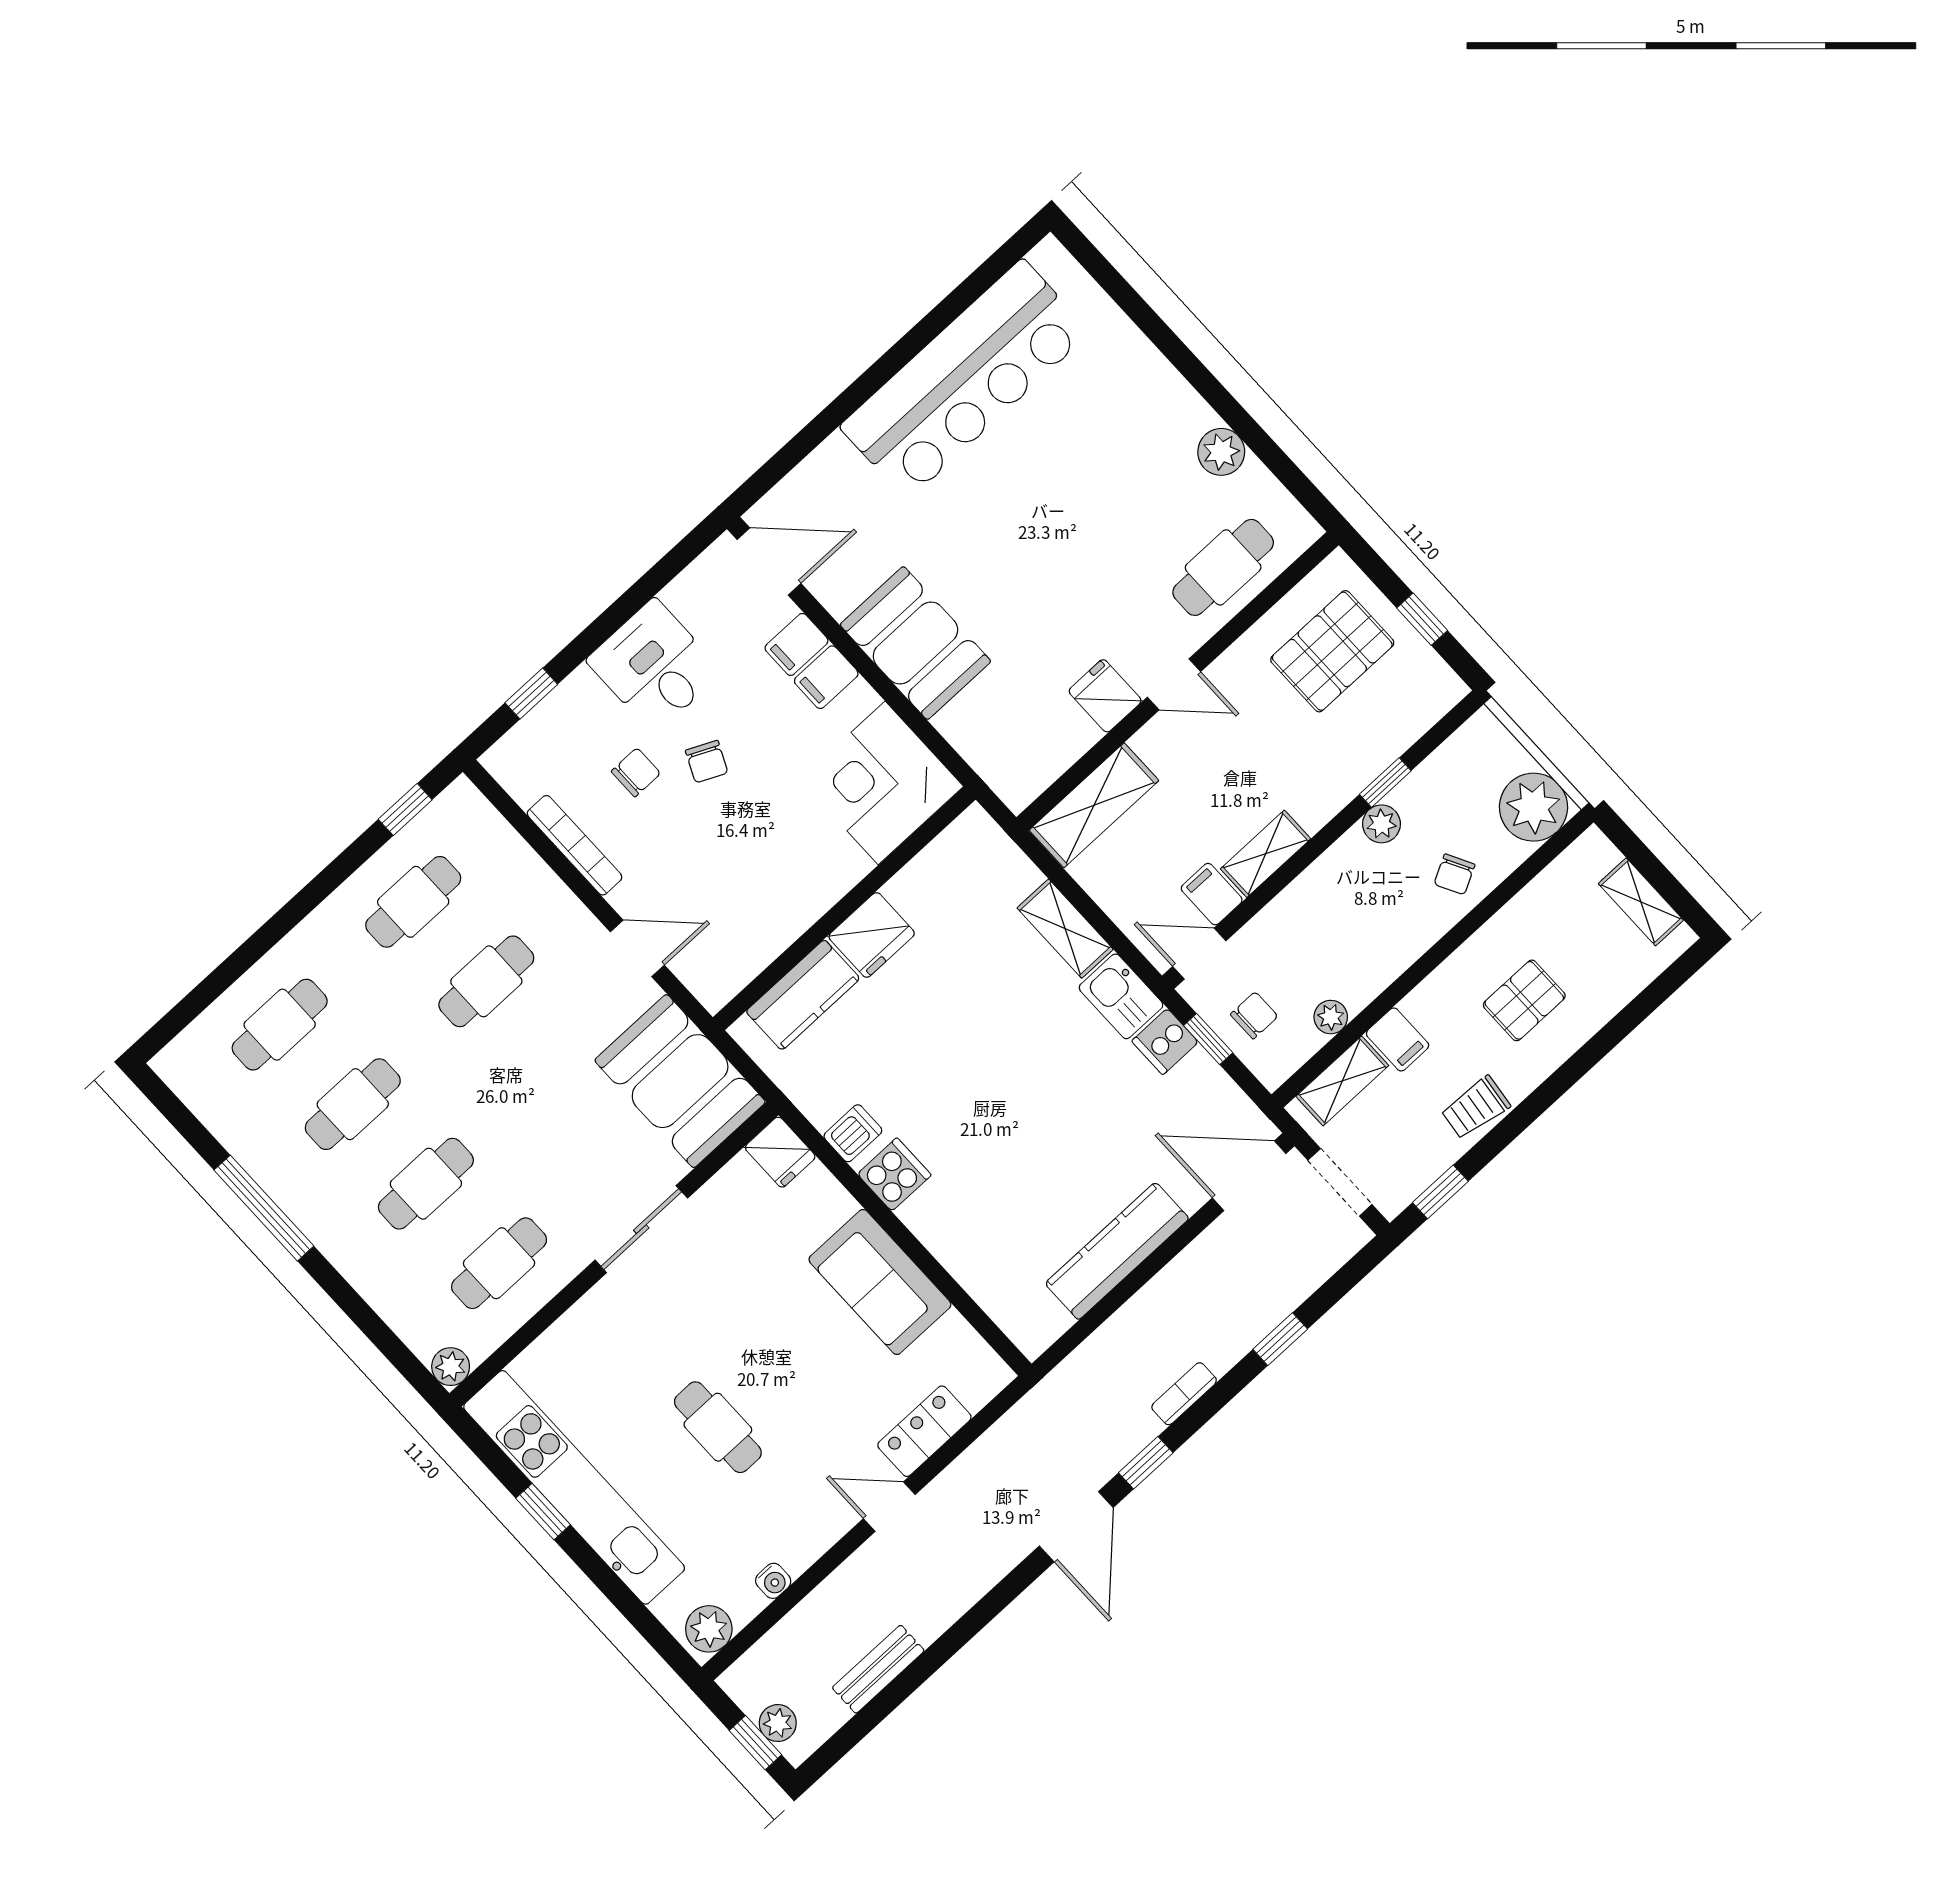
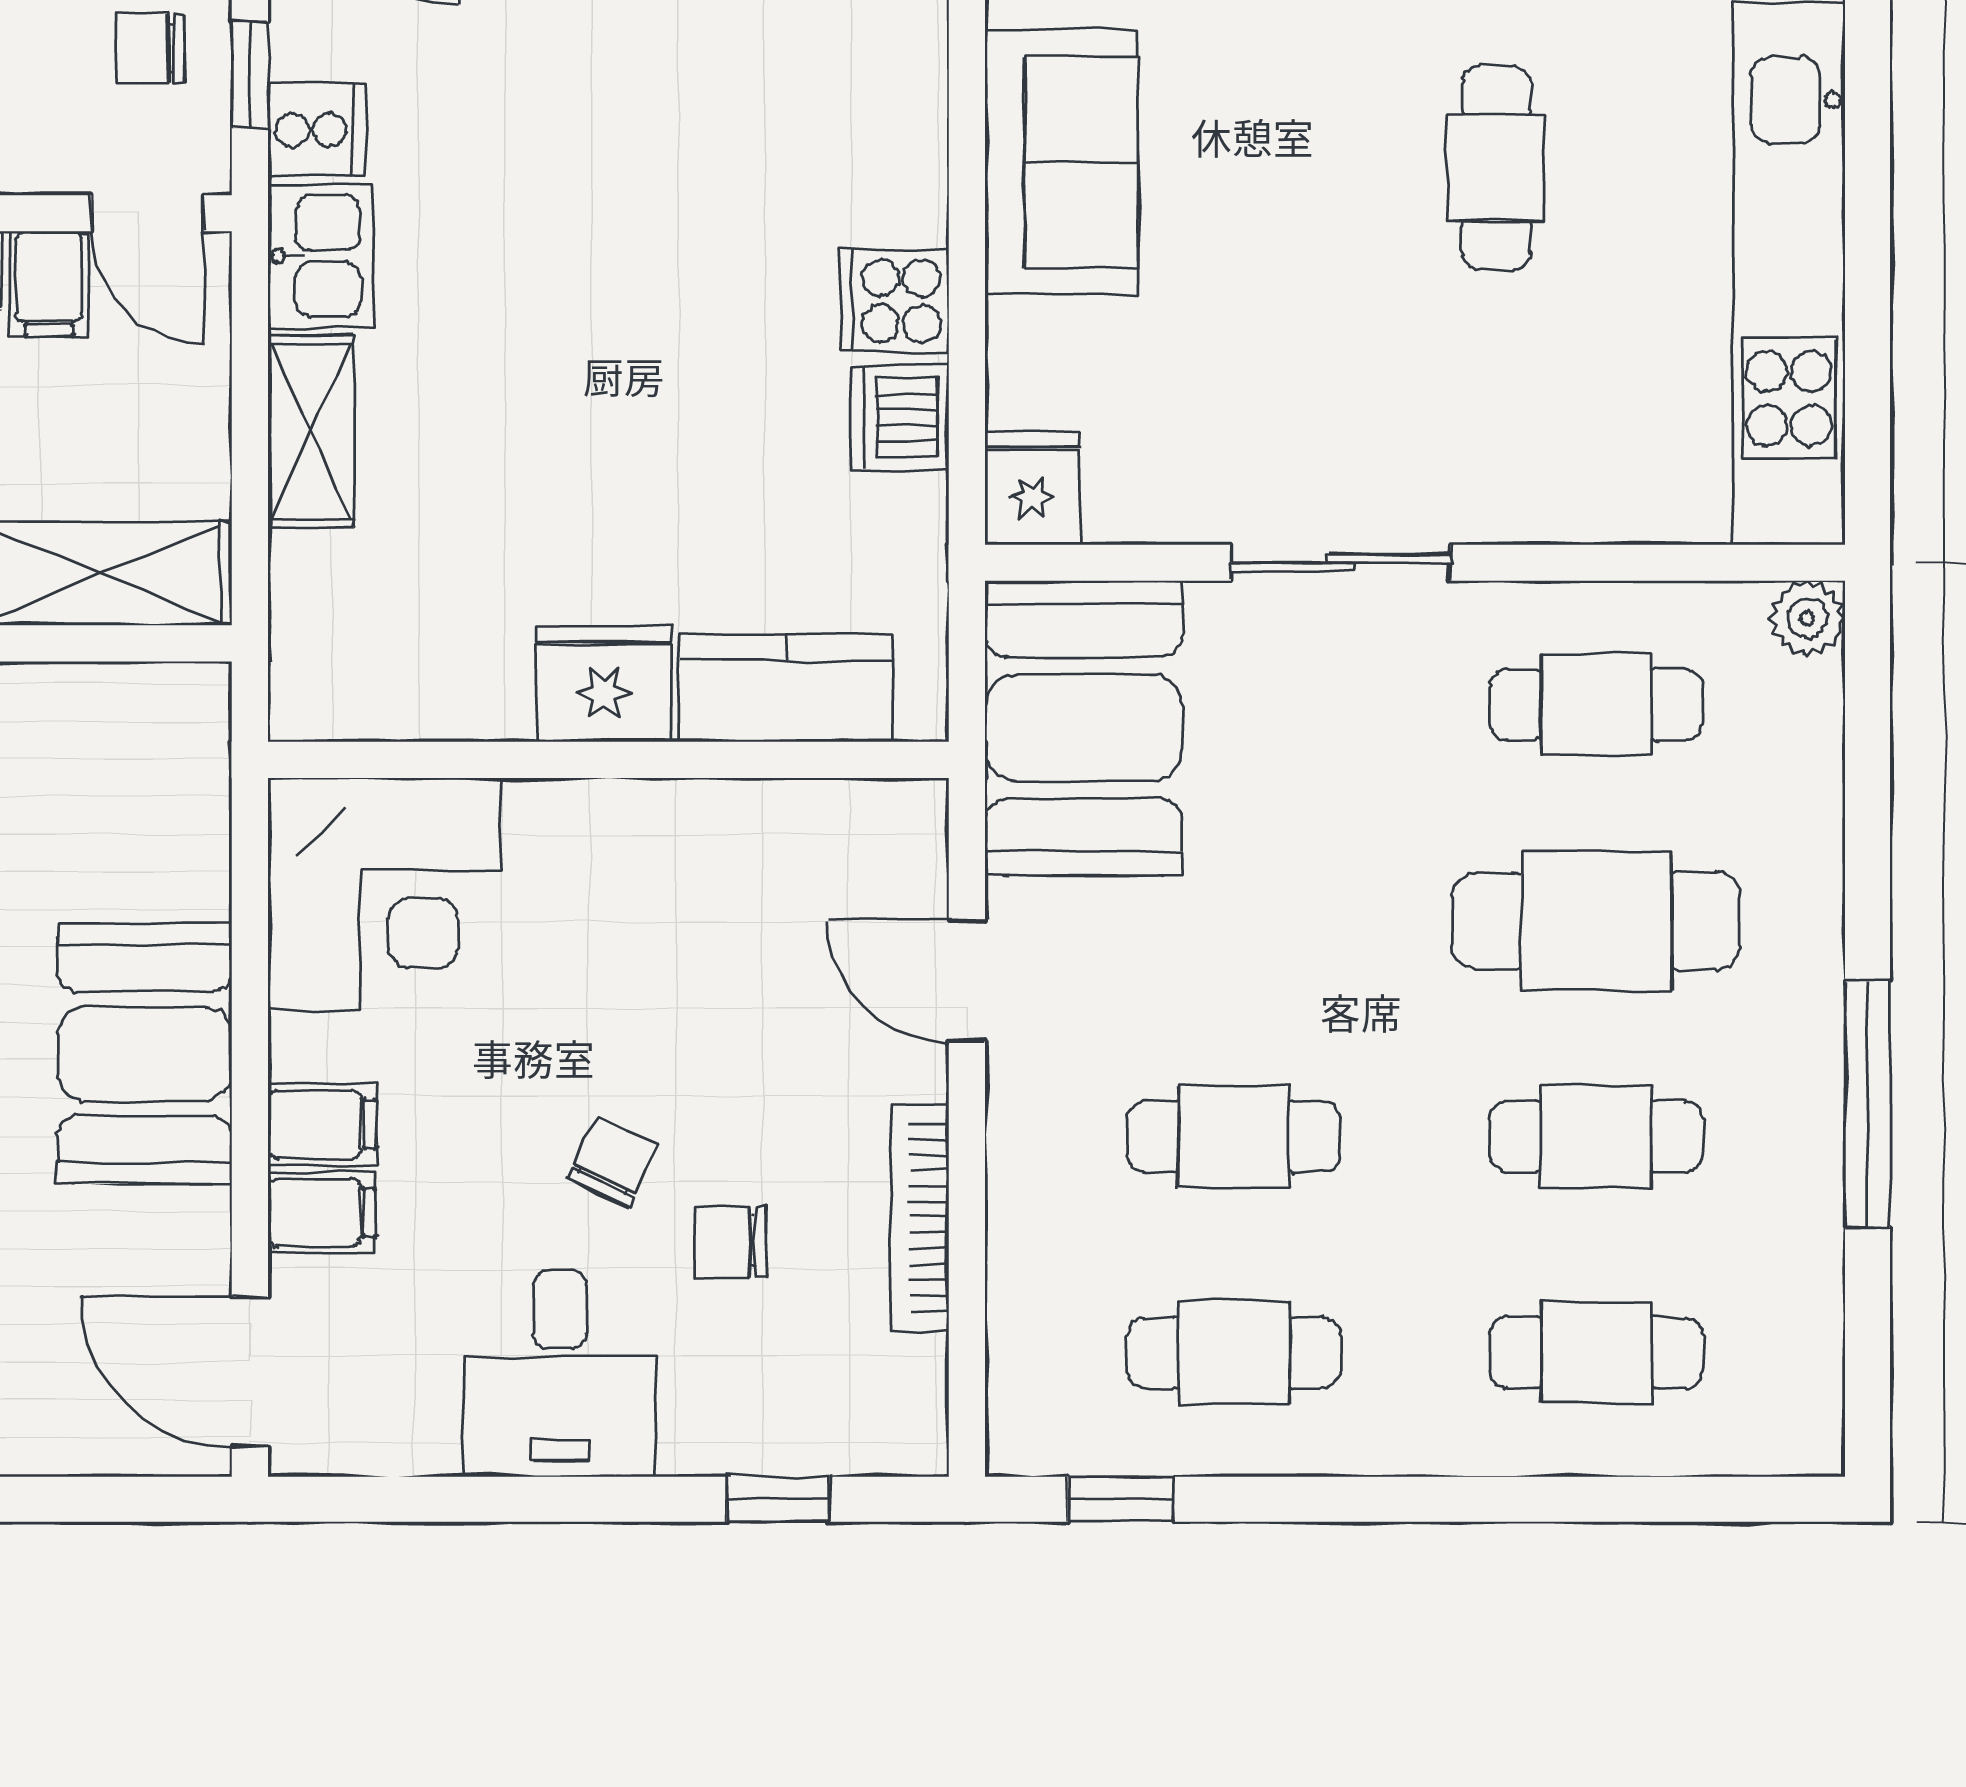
dishwasher: (853, 1133) -> (900, 417), width x1.38
cafe table: (426, 1184) -> (1596, 921), width x1.37, depth x1.35
window: (543, 1512) -> (1867, 280), removed

